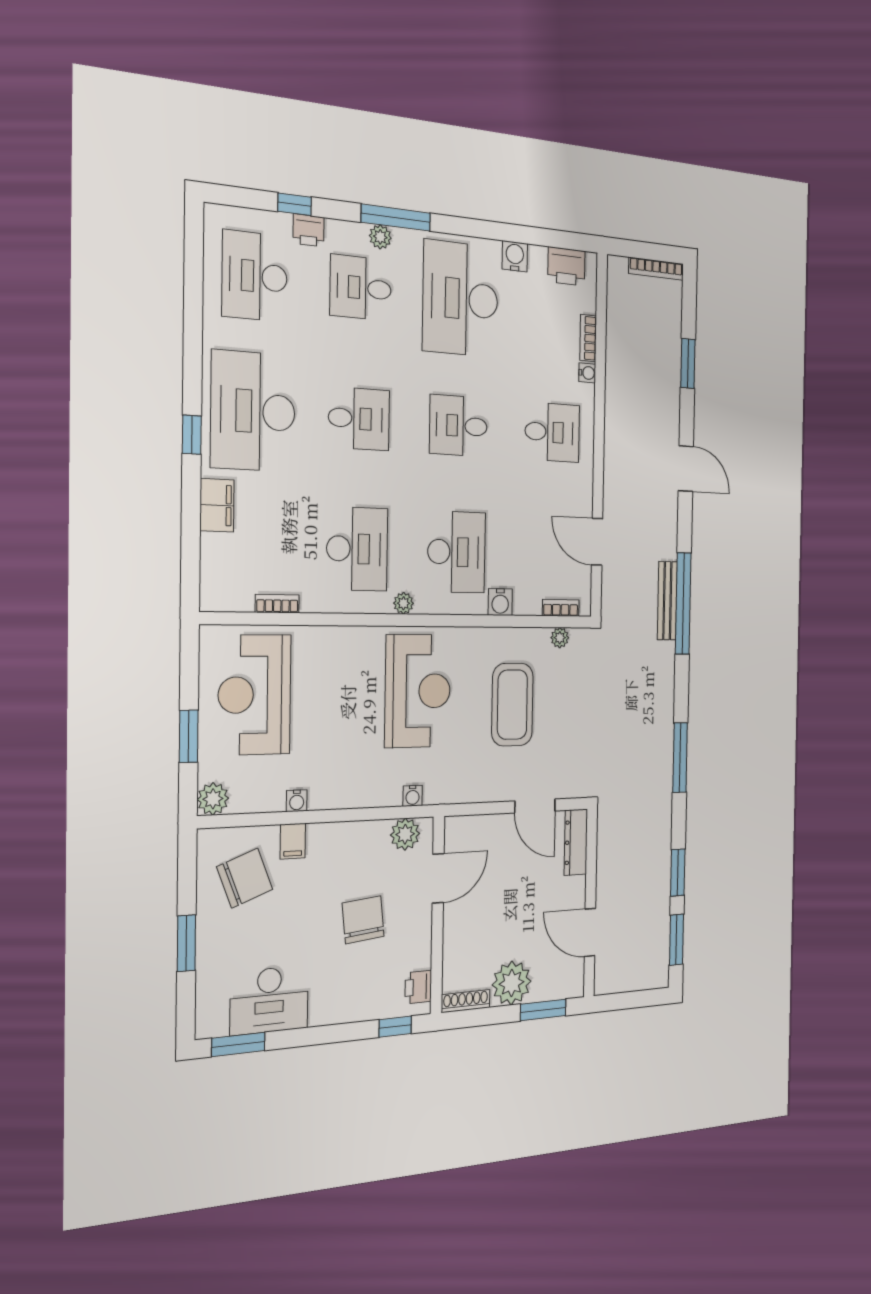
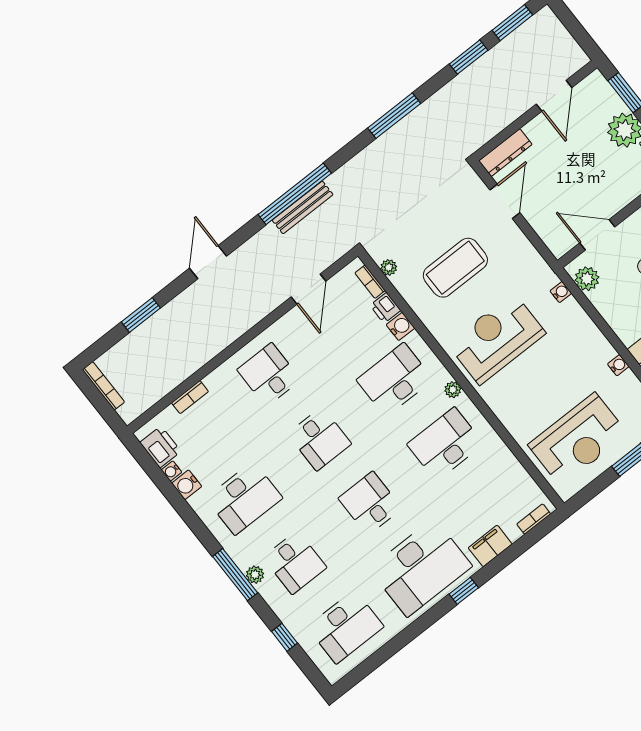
printer: (309, 230) -> (385, 308), moved, turned 180
desk: (460, 299) -> (244, 498), width x0.73, depth x0.77
water cooler: (587, 373) -> (172, 471), moved, turned -90
bookcase: (277, 604) -> (534, 519), moved, turned 90

